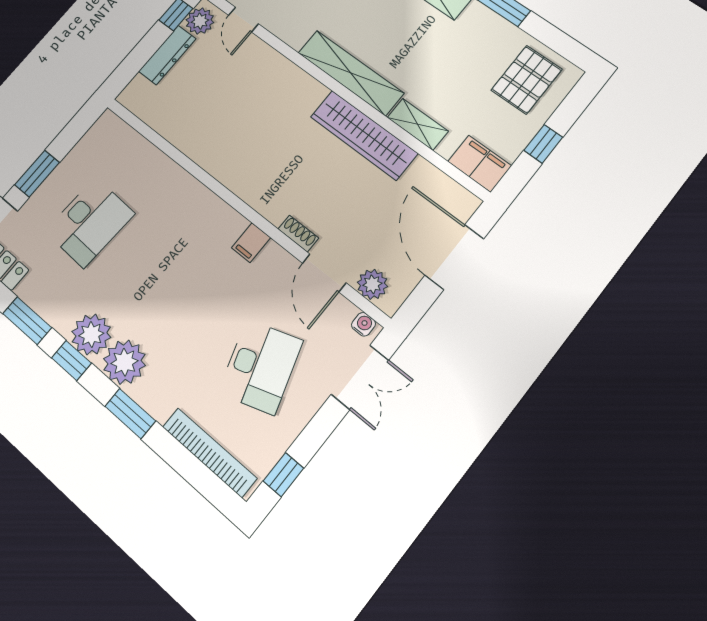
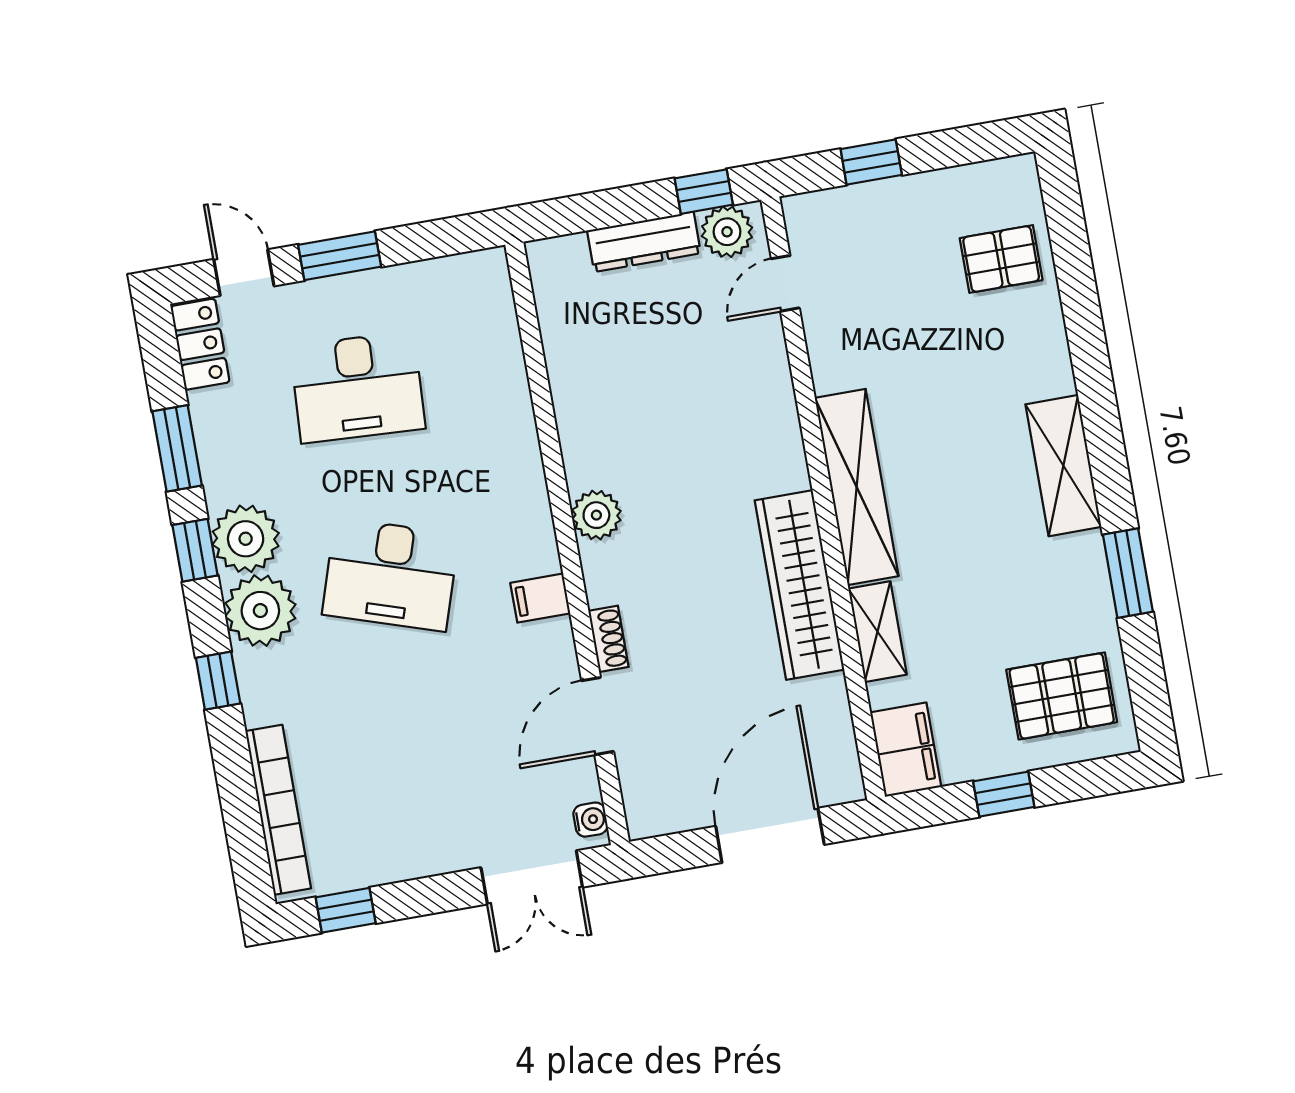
plant: (372, 284) -> (596, 515), moved
desk: (260, 367) -> (391, 575), moved, turned 36
window: (130, 414) -> (218, 681), width x0.67

